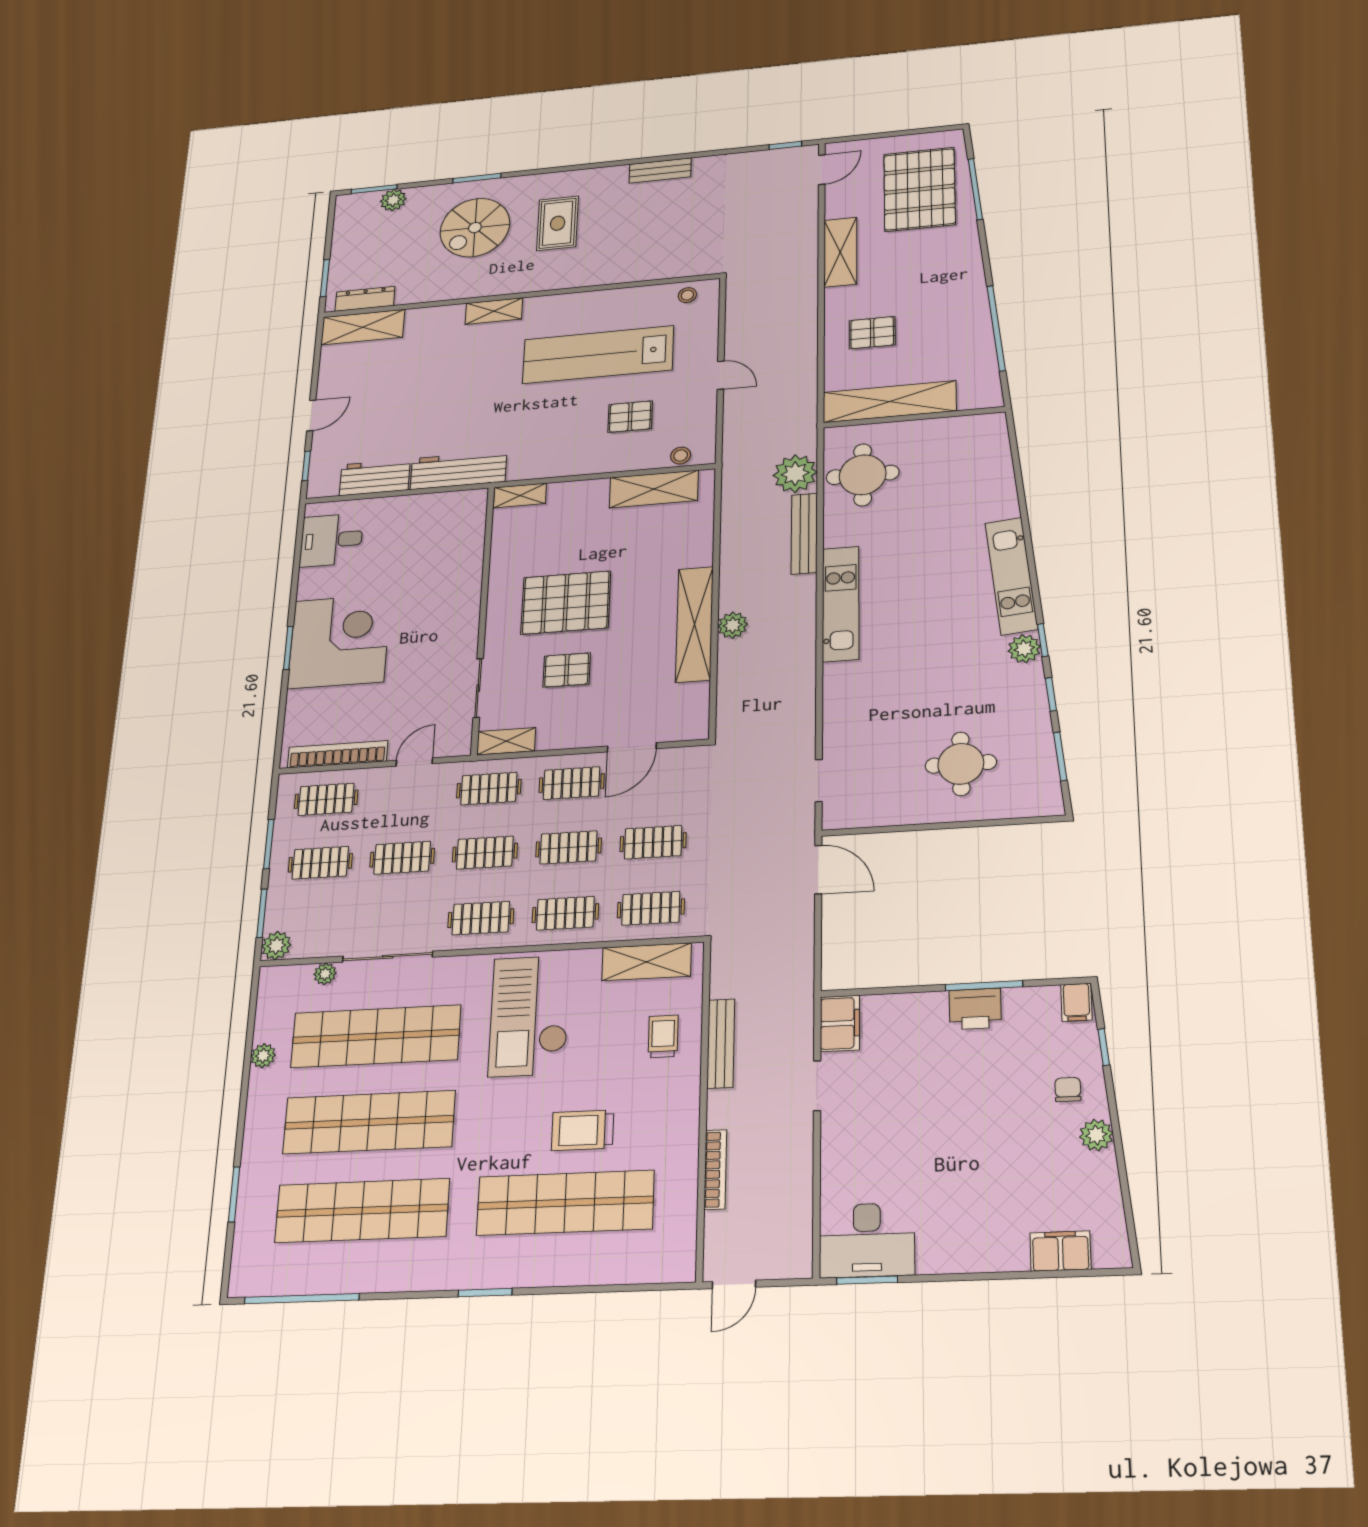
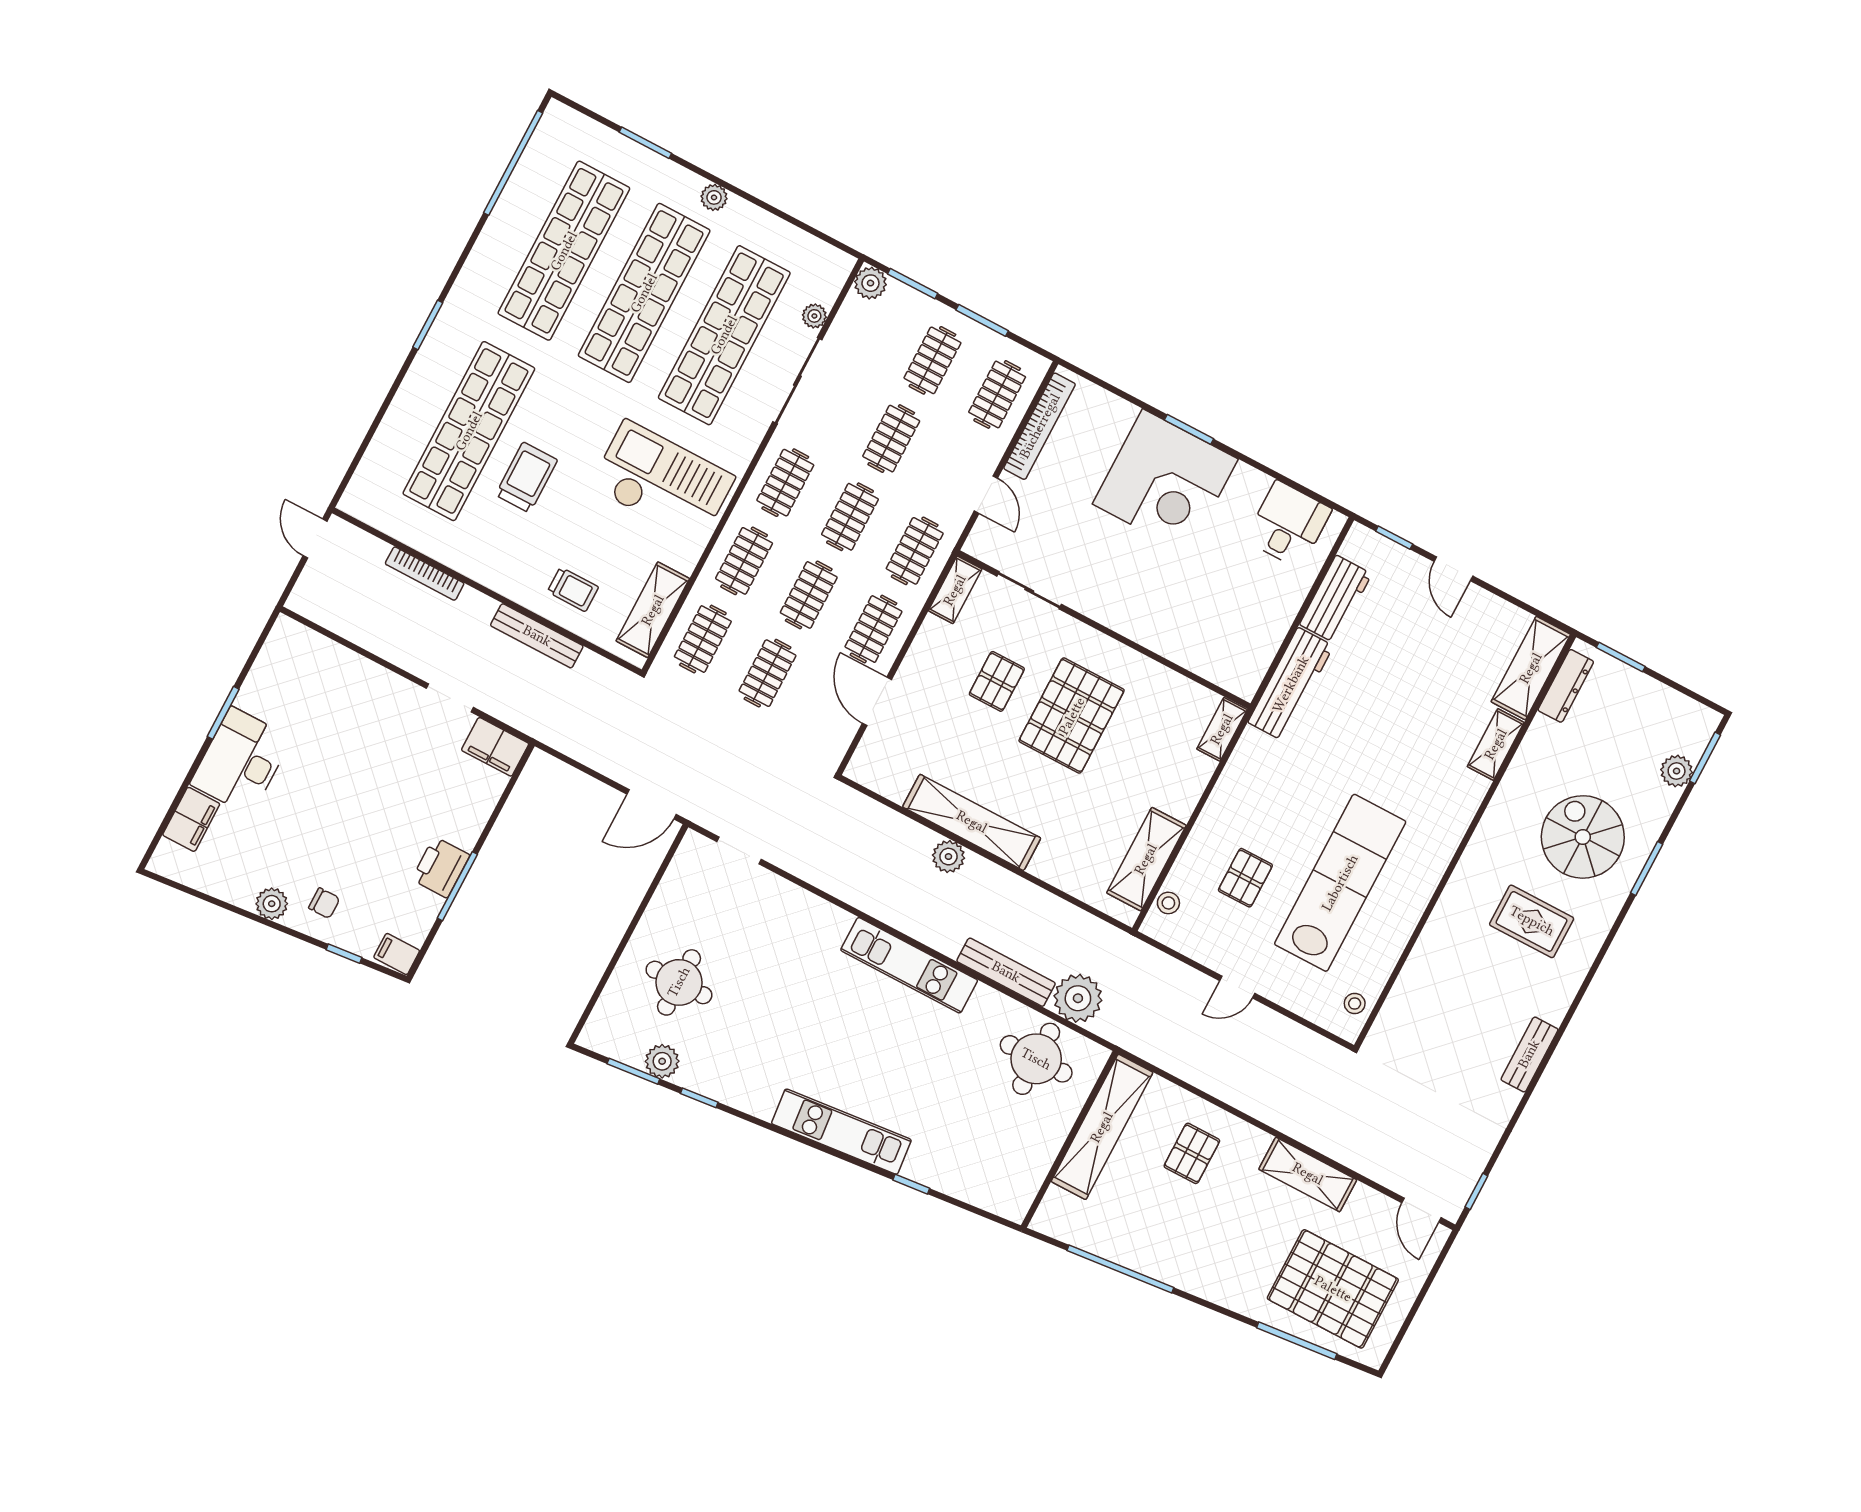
shelving: (494, 311) -> (1496, 744), moved
window: (1043, 640) -> (911, 1184), moved
plant: (1024, 649) -> (662, 1061), moved
plant: (263, 1056) -> (714, 197), moved
desk: (867, 1240) -> (241, 761), moved
window: (867, 1280) -> (223, 713), moved

